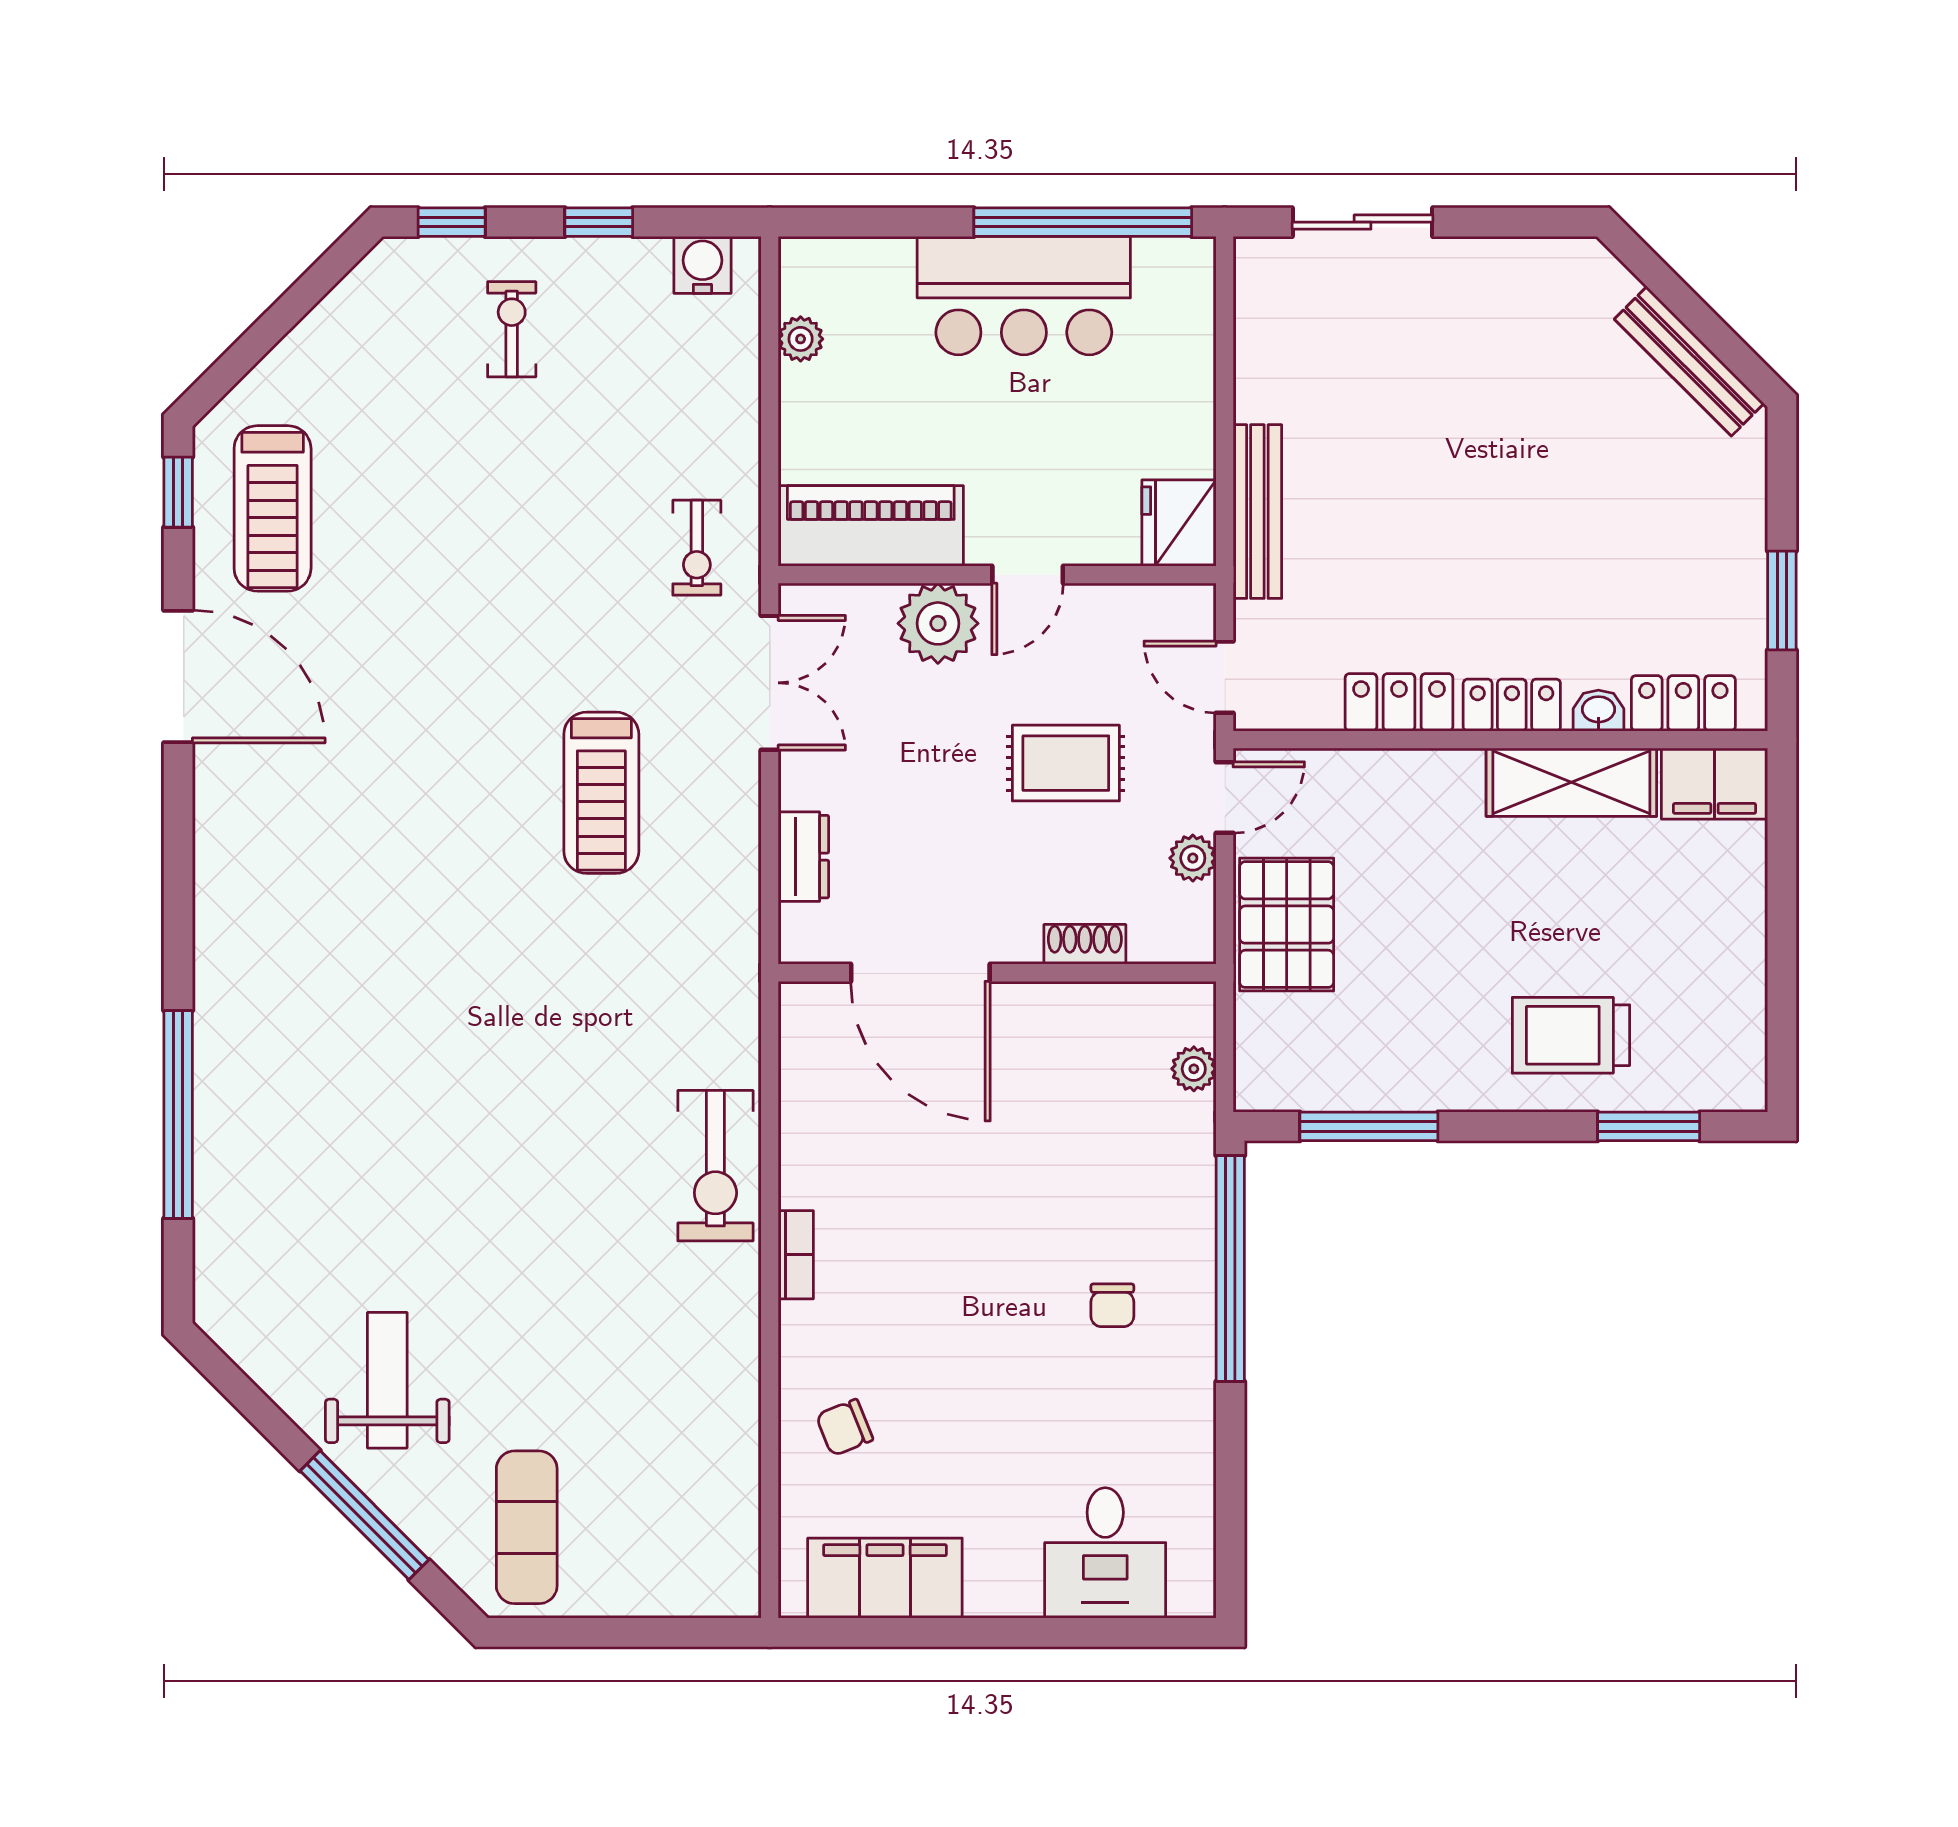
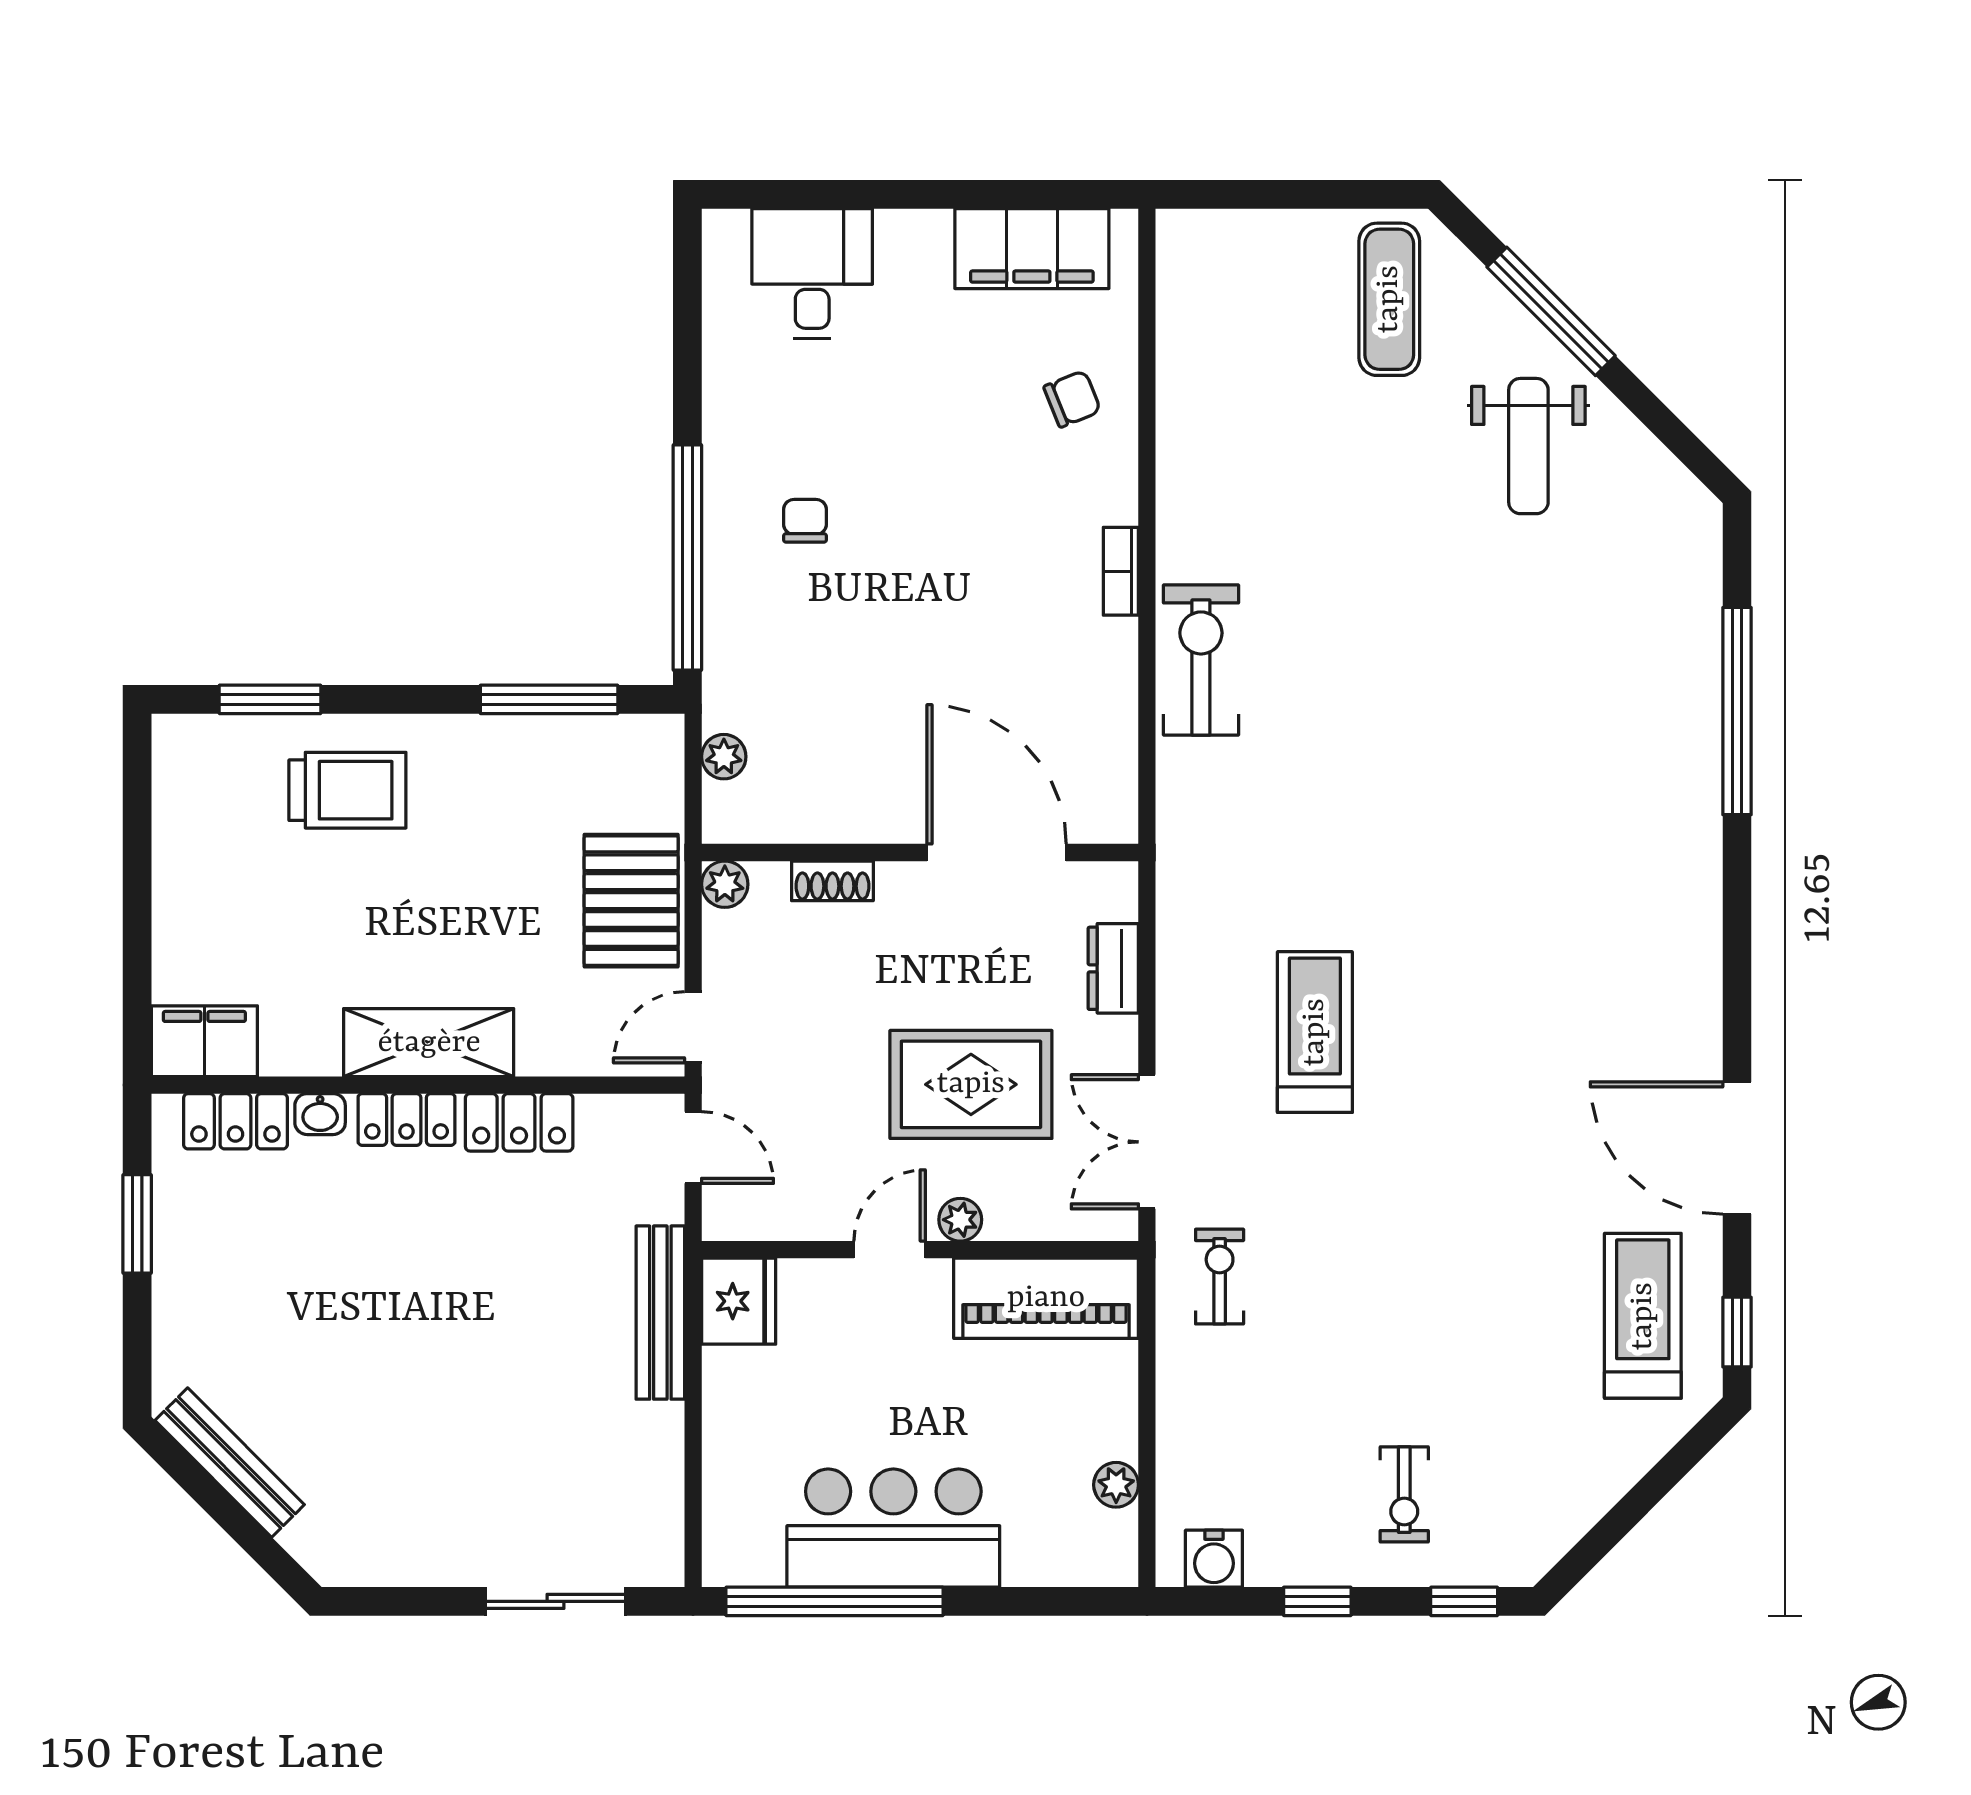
plant: (938, 623) -> (960, 1220), width x0.53, depth x0.53
rug: (1066, 763) -> (971, 1084), moved, width x1.36, depth x1.43
shelving: (1571, 782) -> (429, 1043), moved
plant: (1193, 858) -> (725, 884), moved

